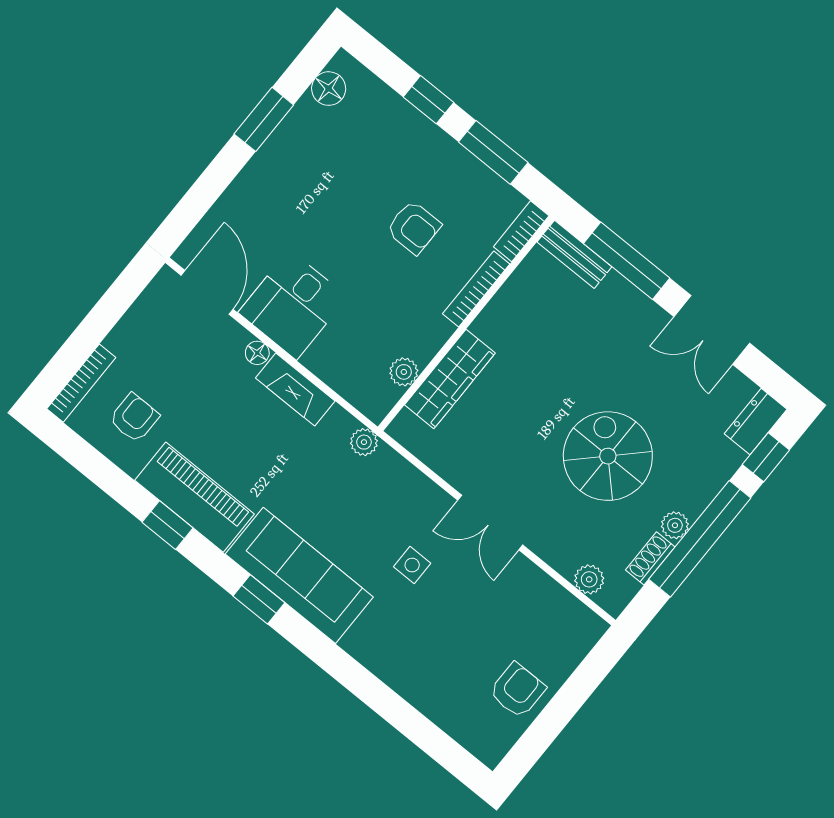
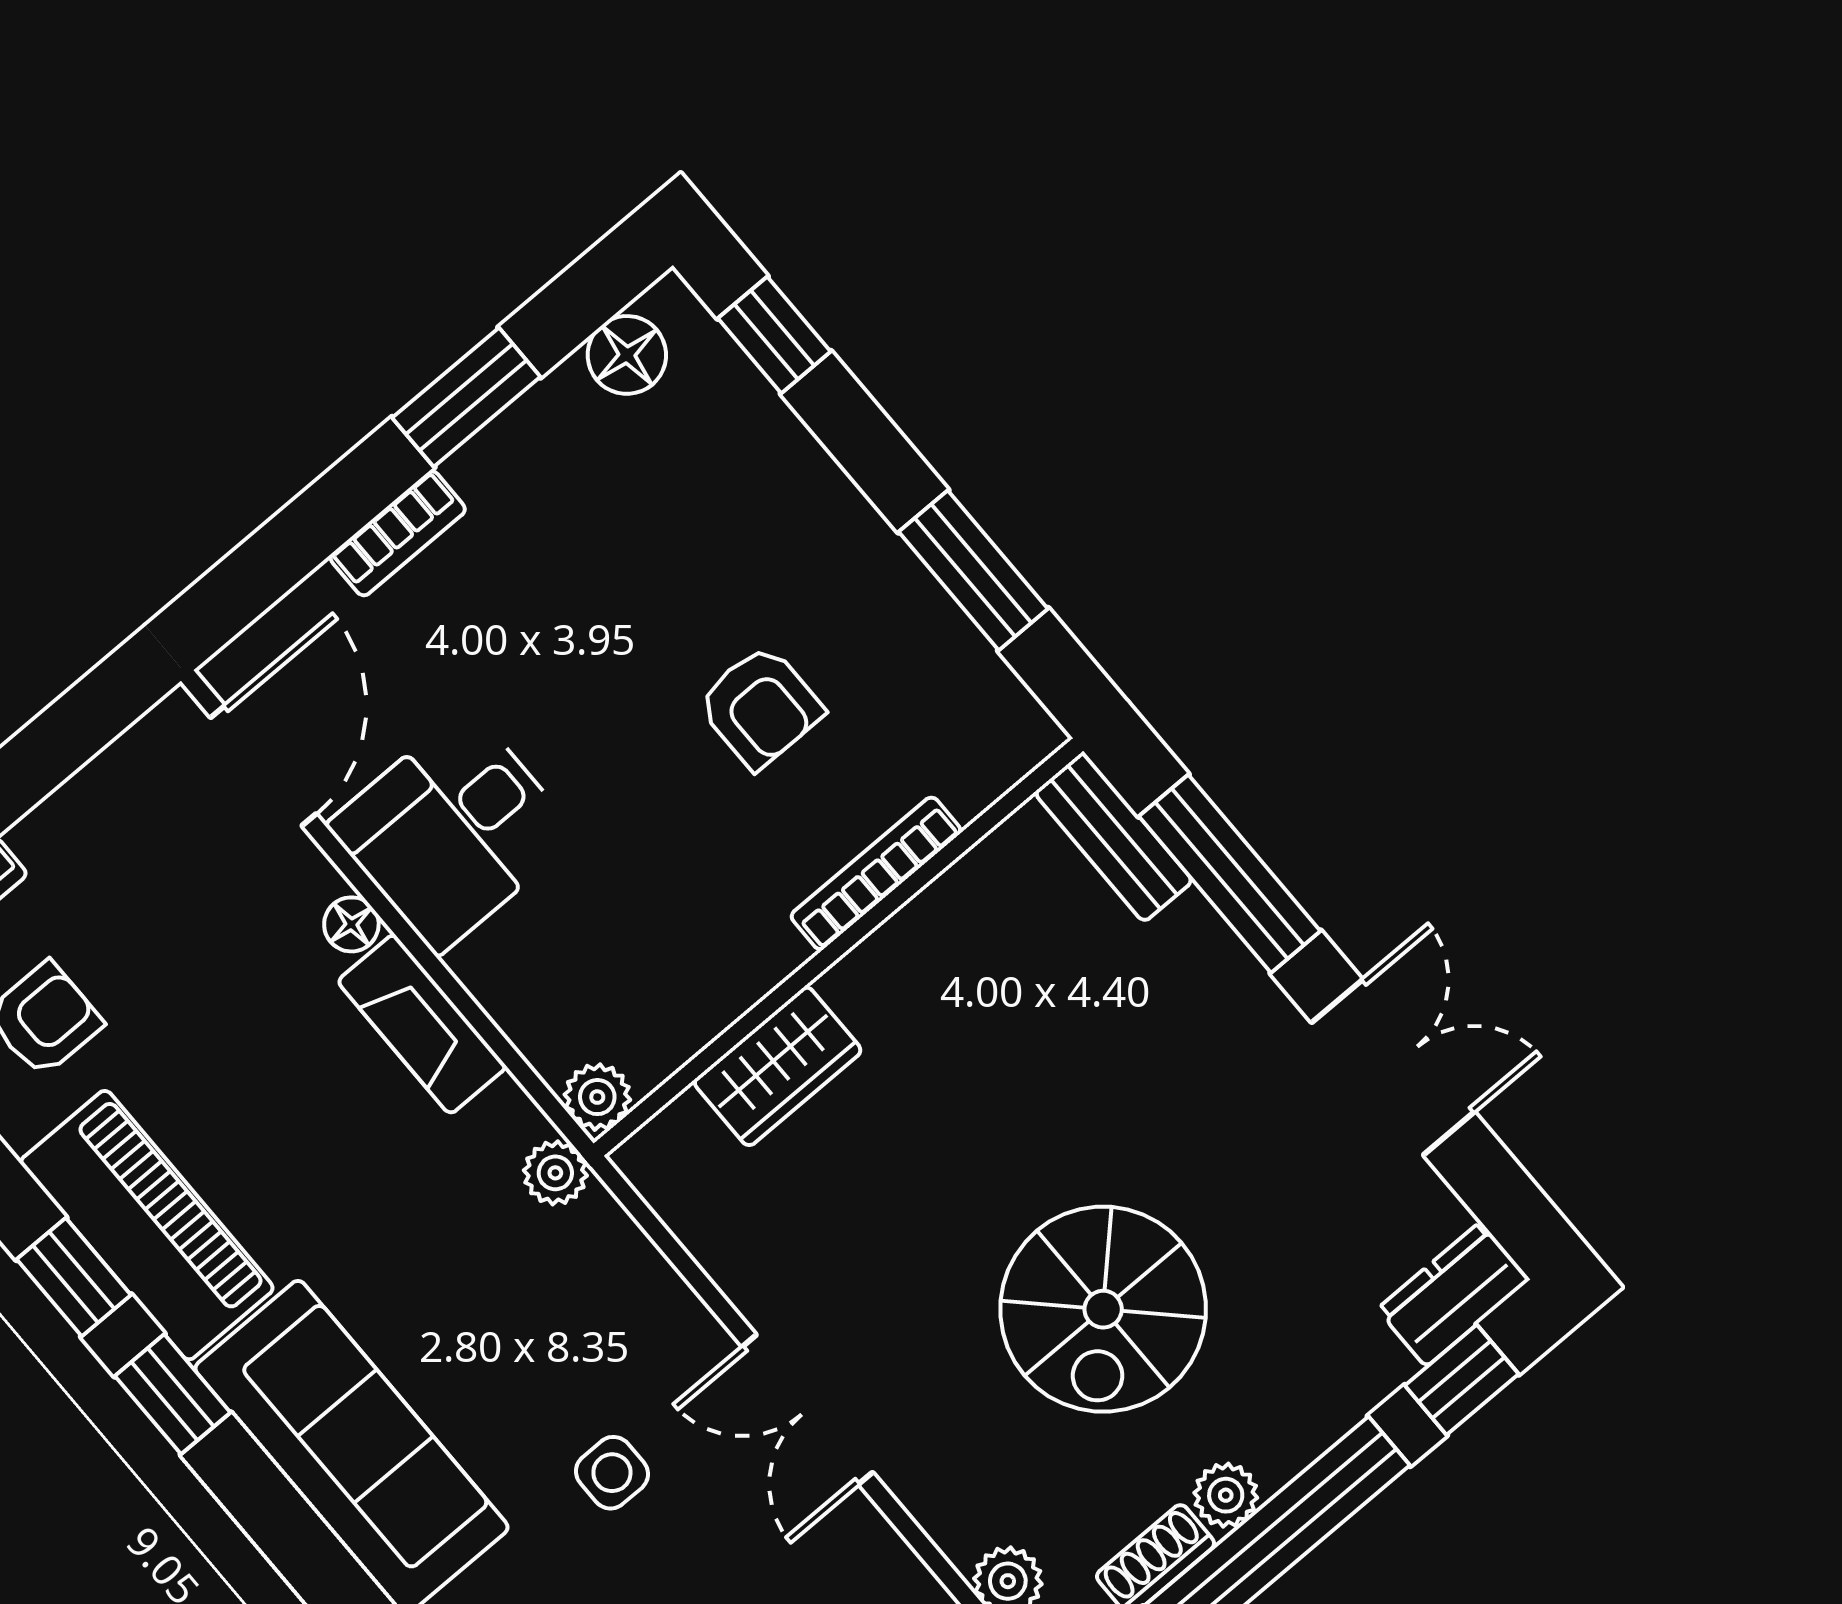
window: (428, 100) -> (774, 335), moved
bookcase: (521, 231) -> (398, 533), moved, turned 180
double door: (712, 330) -> (1393, 1067), swing flipped
plant: (404, 372) -> (597, 1097), moved
wardrobe: (450, 379) -> (778, 1066), width x0.67
spiral stairs: (608, 456) -> (1103, 1309), turned 180
window: (259, 599) -> (173, 1394), moved

